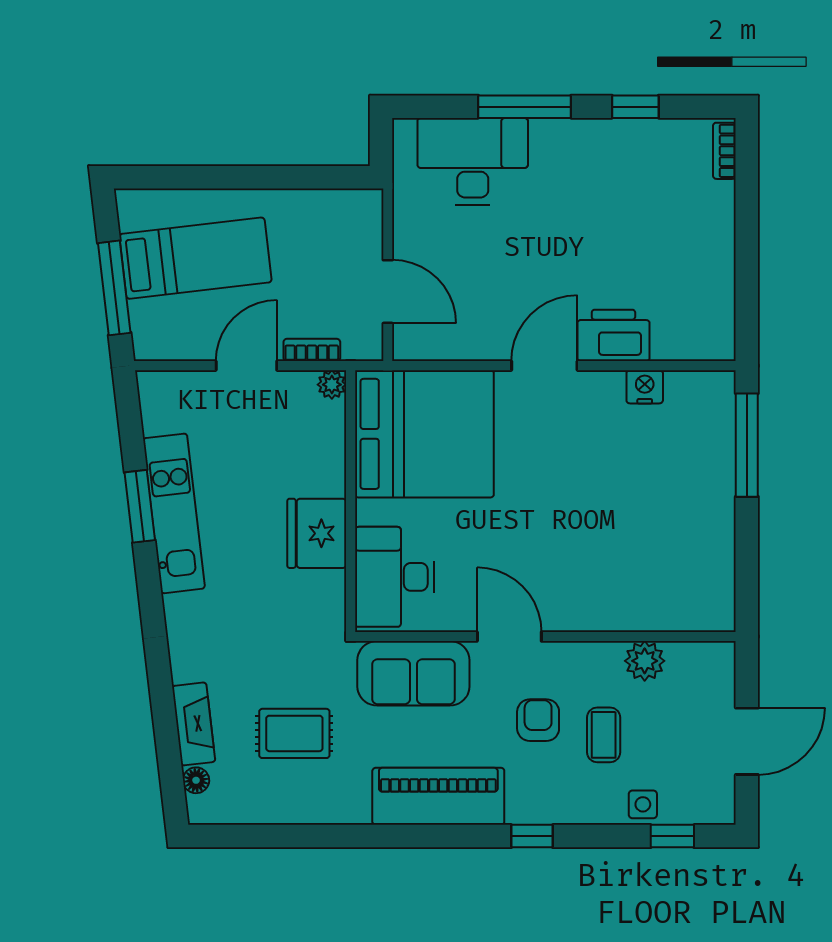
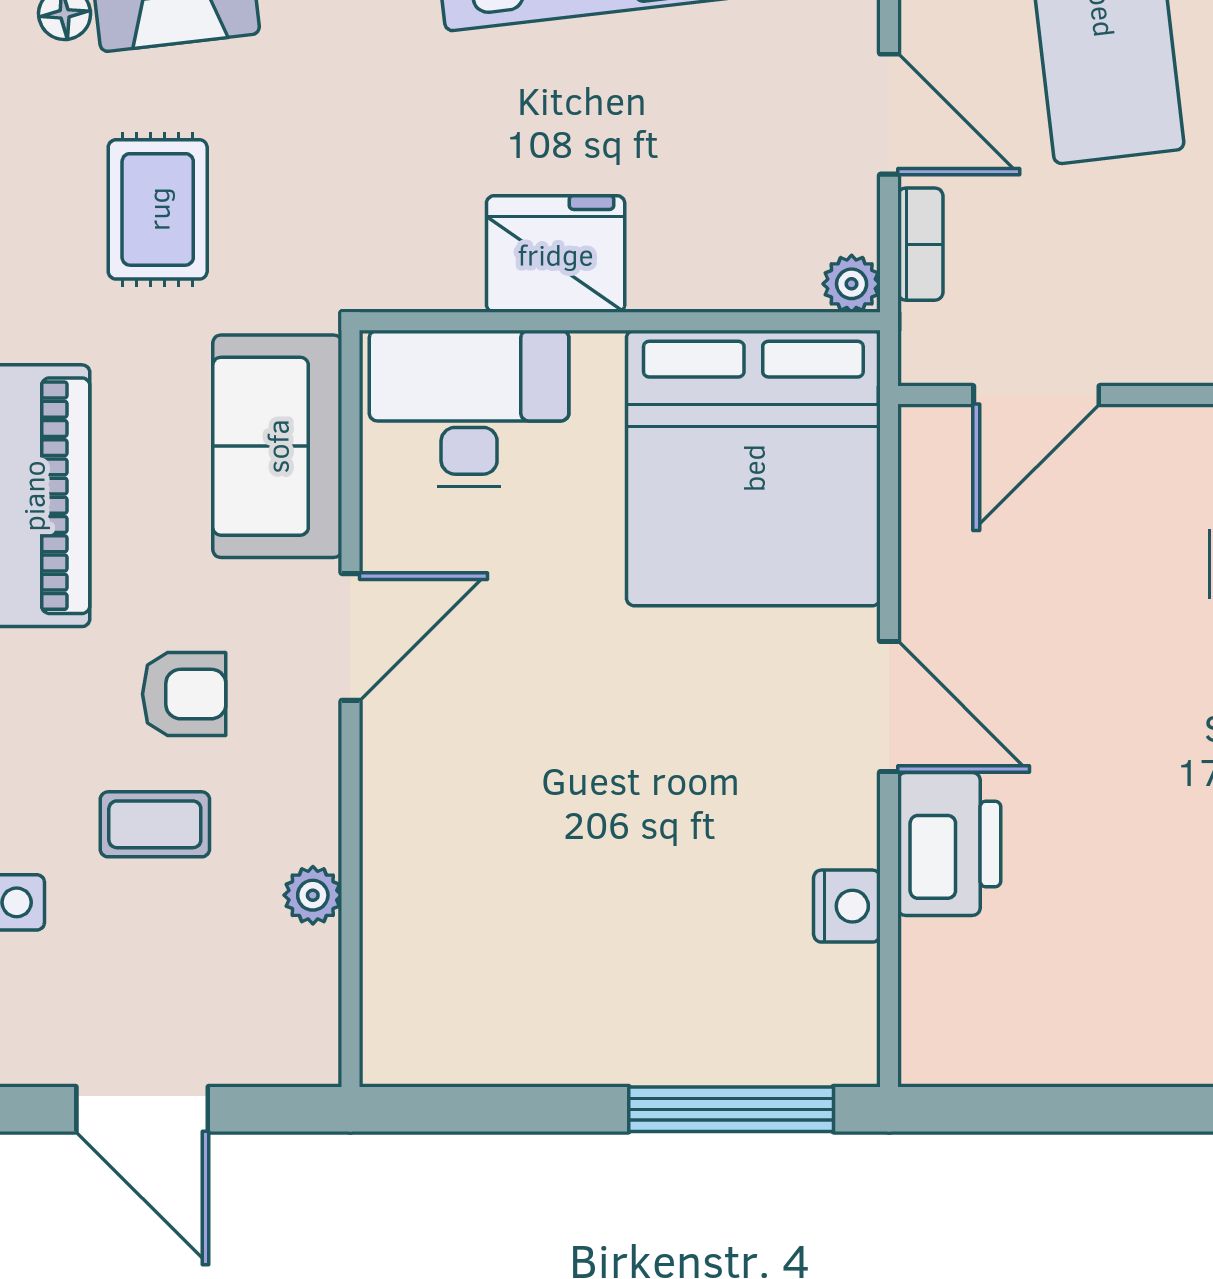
plant: (645, 661) -> (313, 895), width x0.73, depth x0.73

